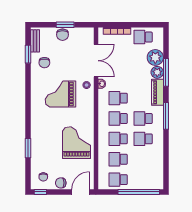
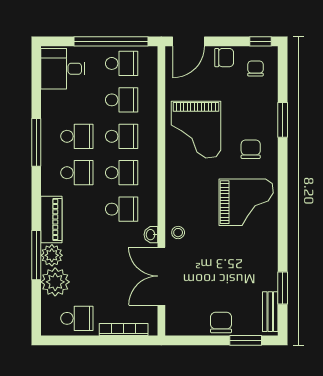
window: (65, 25) -> (246, 340), moved
chair: (44, 63) -> (251, 149), moved
grand piano: (60, 94) -> (246, 202), moved
window: (166, 116) -> (36, 142), moved
desk: (151, 177) -> (63, 69), added
window: (139, 192) -> (111, 41), moved

